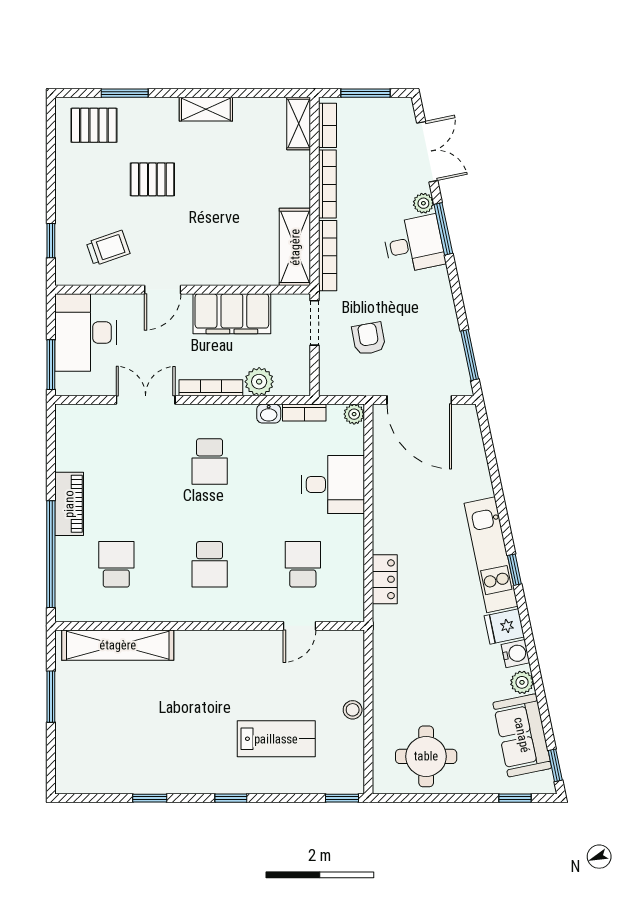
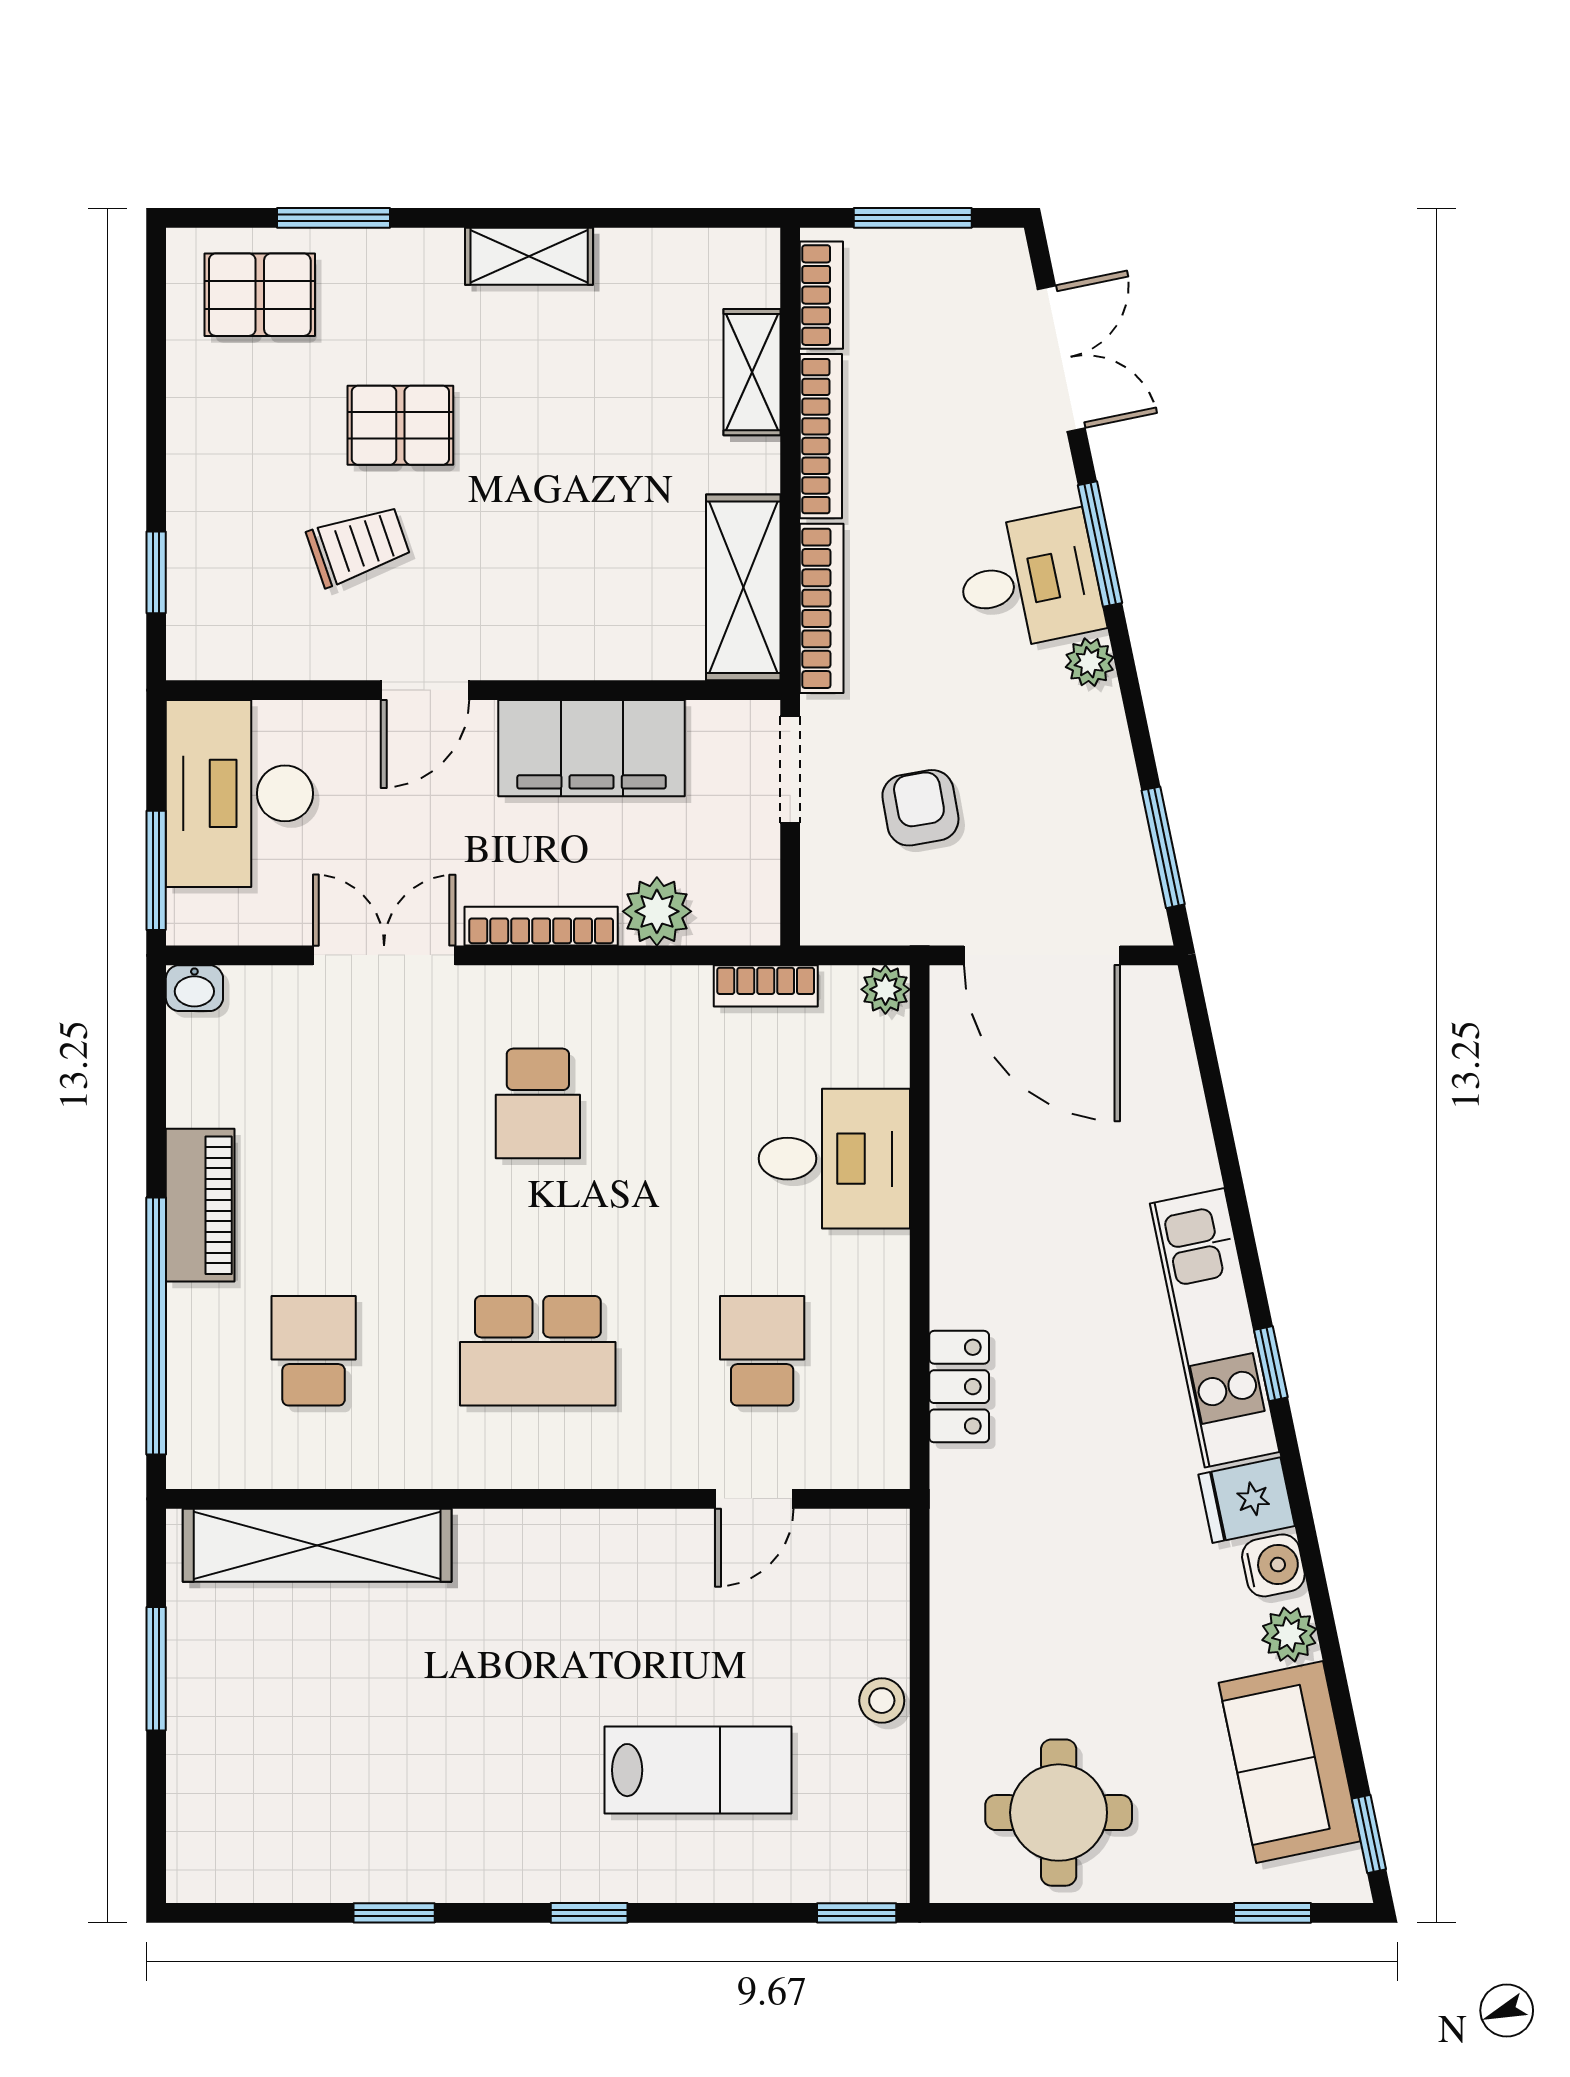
shelving: (299, 124) -> (752, 372), moved
plant: (423, 203) -> (1090, 662), moved
trolley: (108, 248) -> (358, 545), moved
washbasin: (269, 414) -> (194, 988), moved
school desk: (210, 564) -> (538, 1351), width x1.85

